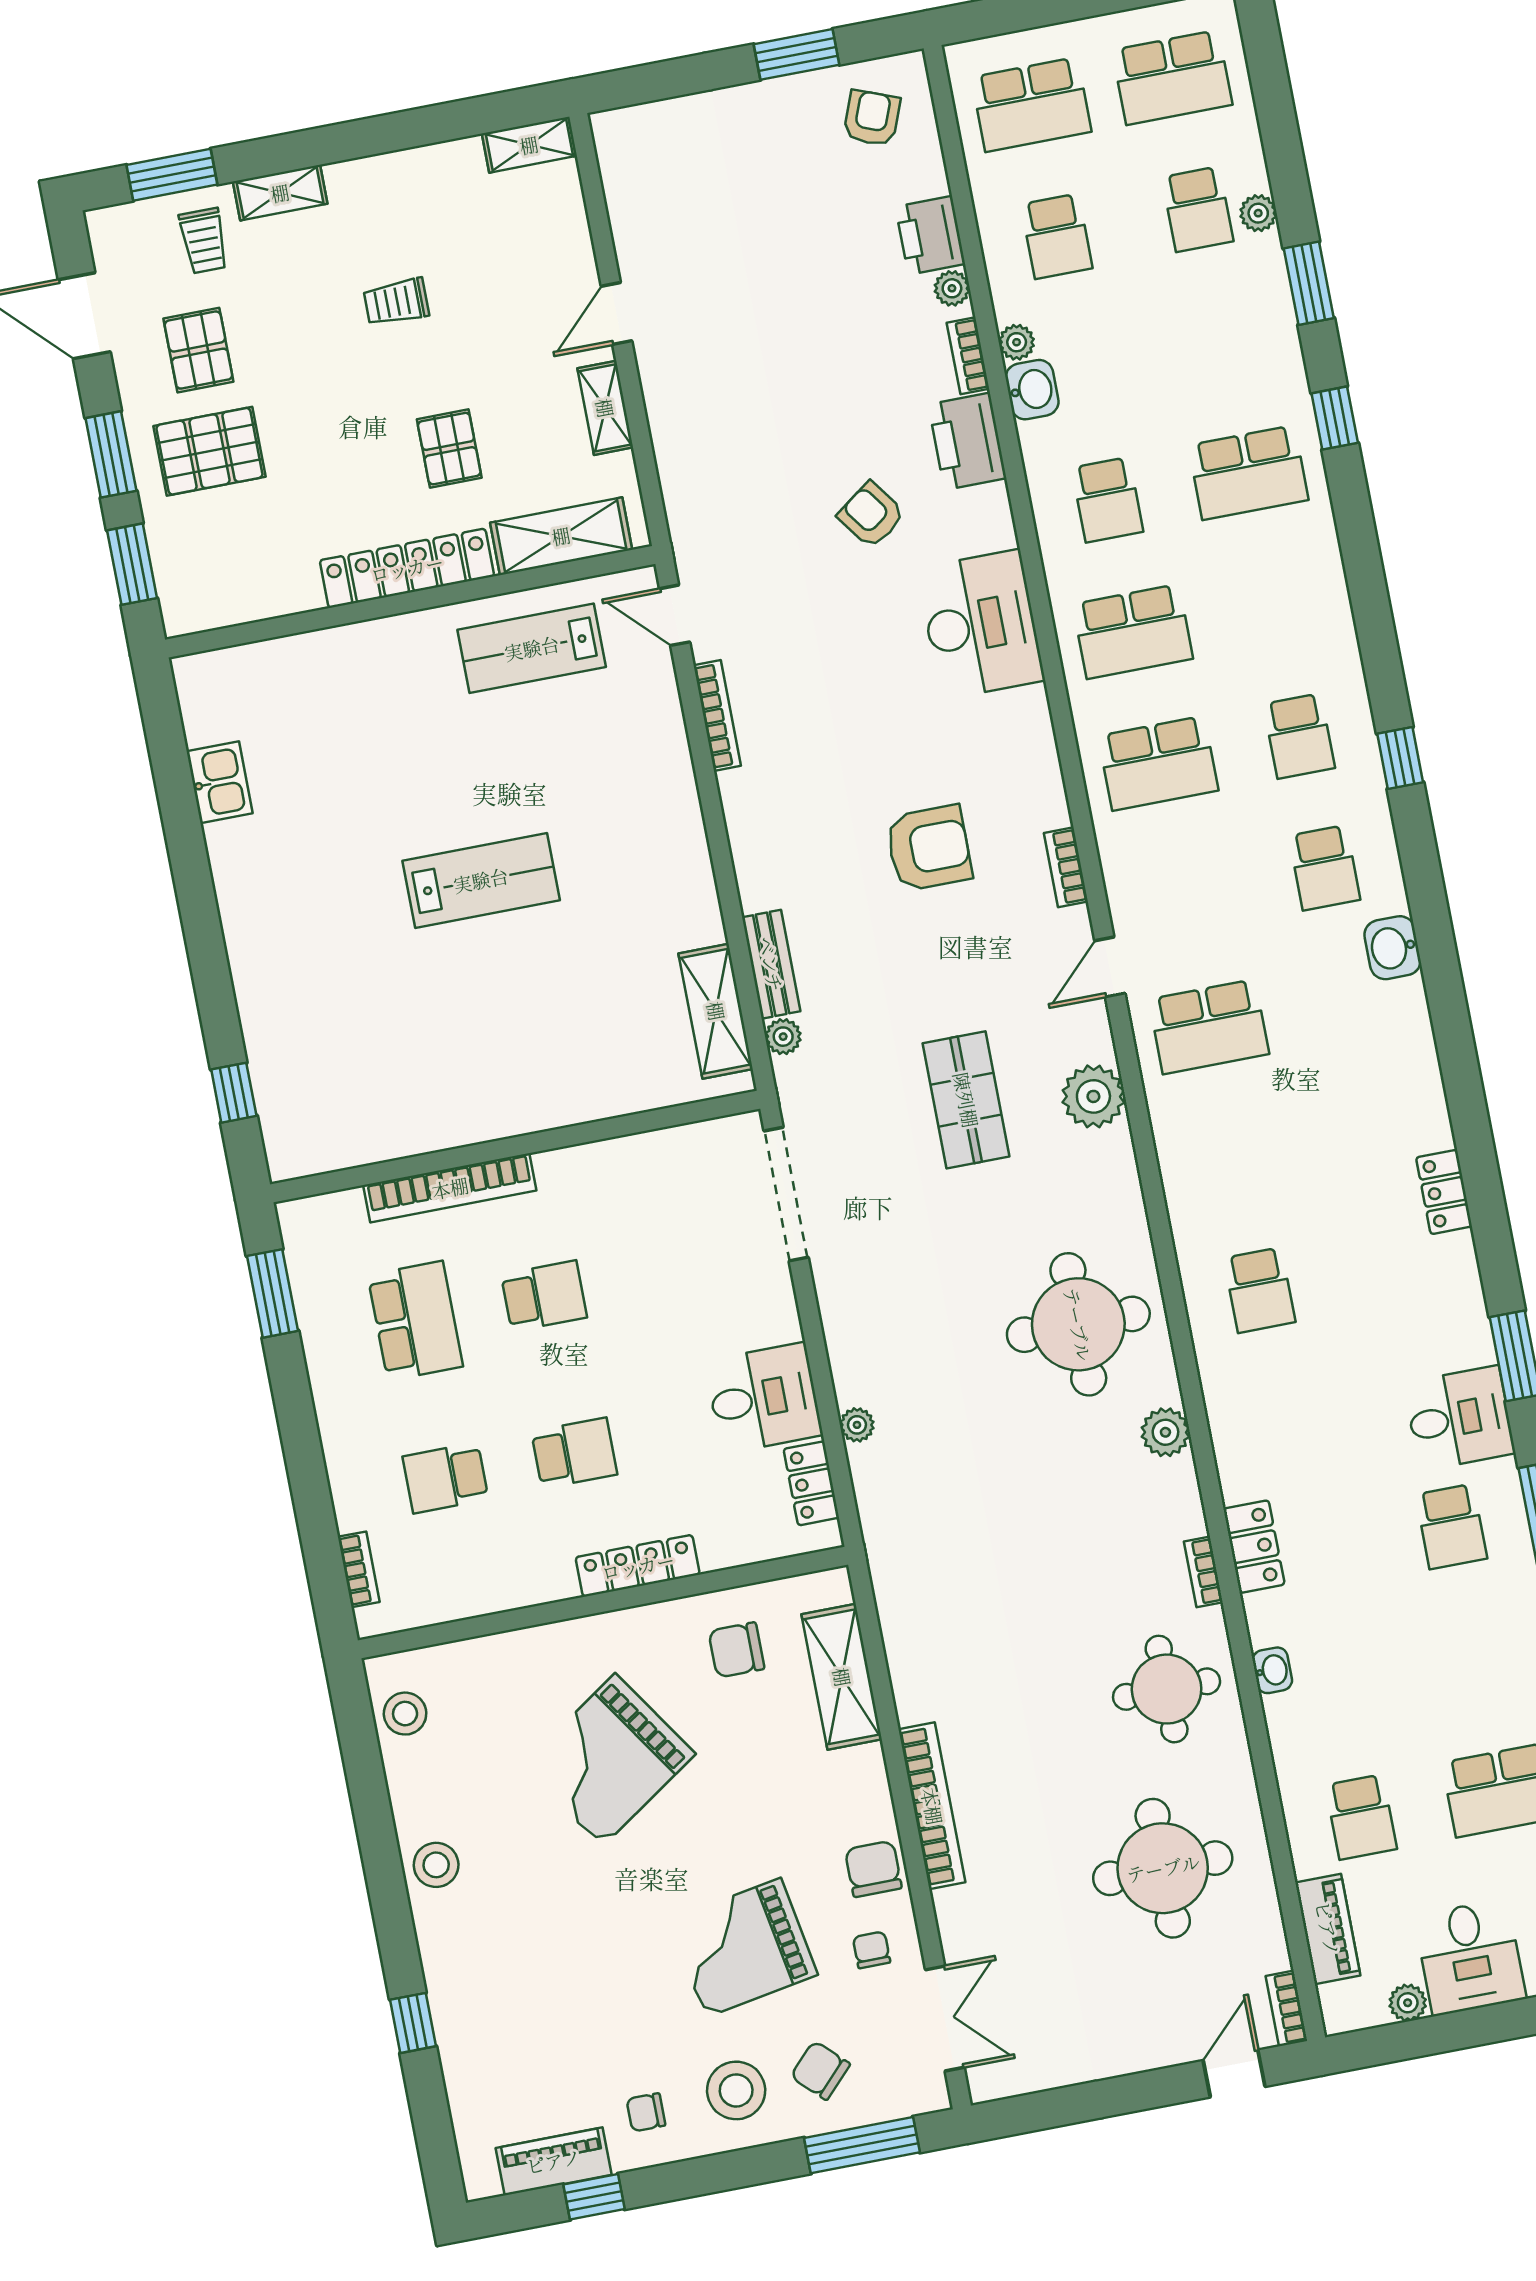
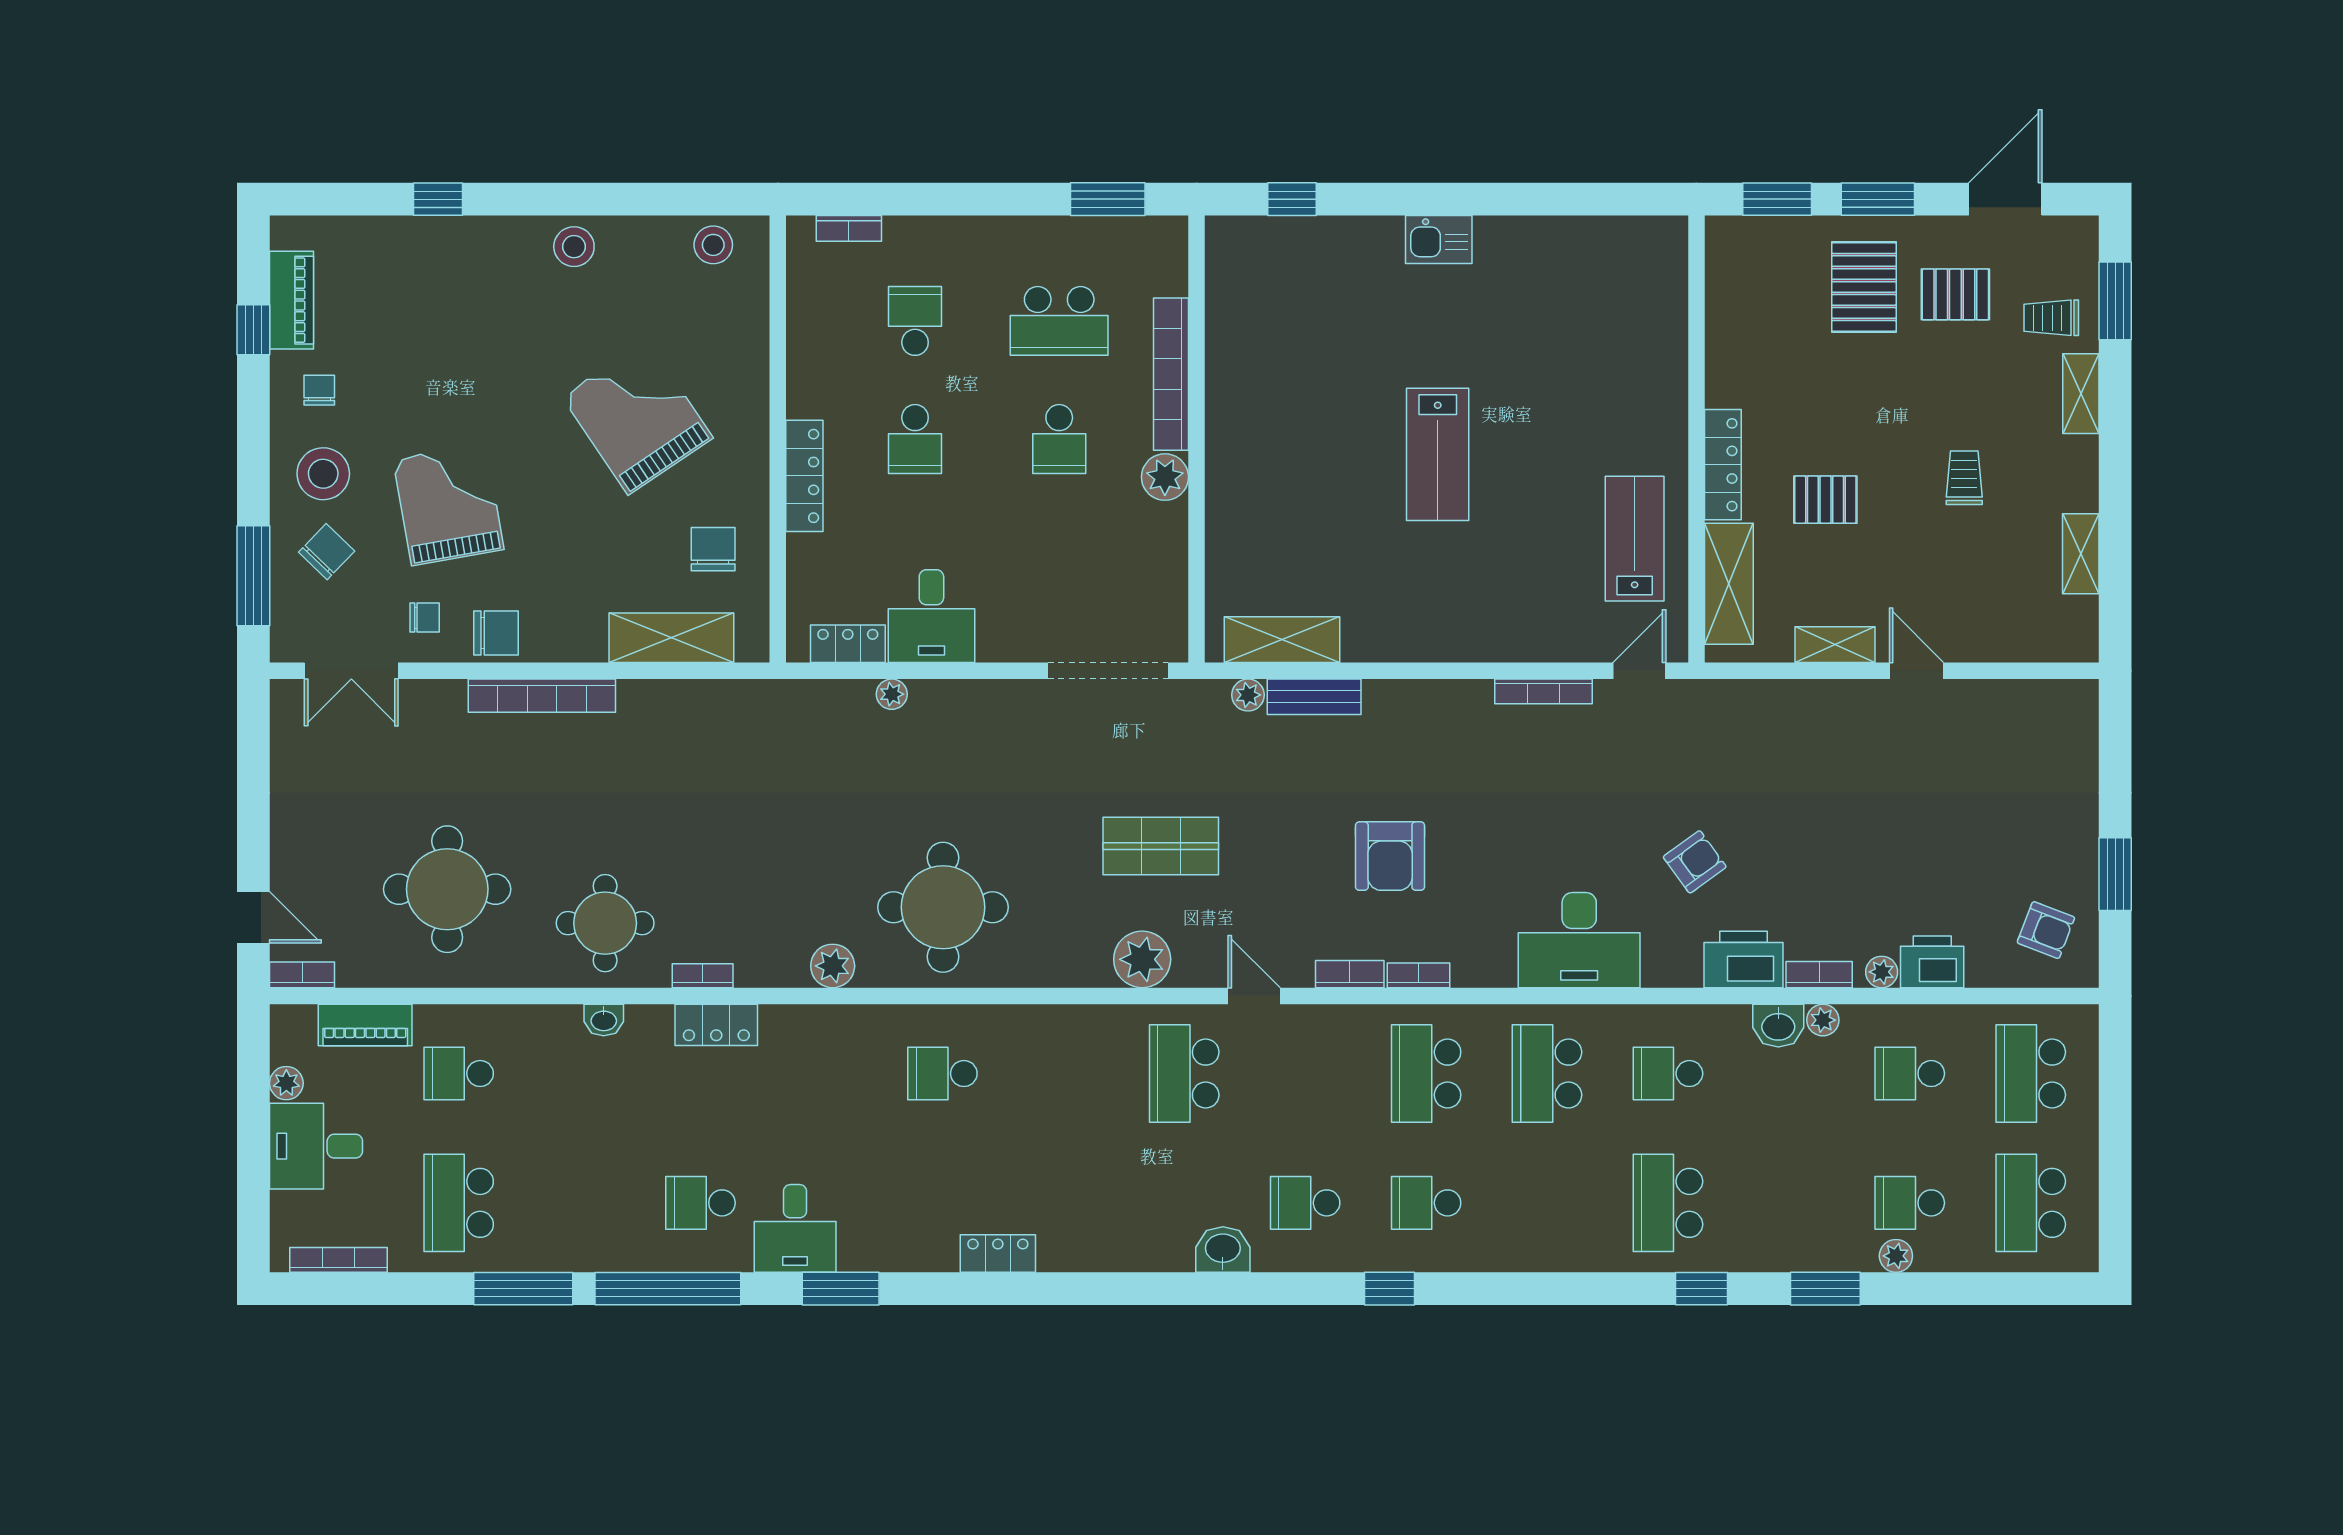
shelving: (529, 145) -> (2081, 554), moved
locker: (407, 568) -> (1723, 465), width x0.71, depth x0.83
kitchen sink: (220, 782) -> (1439, 239), moved
bookcase: (1053, 792) -> (1418, 975), added
plant: (563, 1173) -> (1165, 477), added

